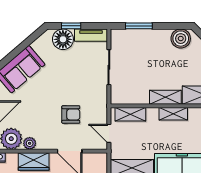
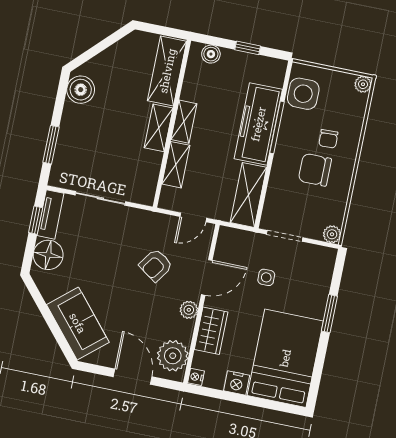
window: (71, 26) -> (36, 220), moved
armchair: (71, 114) -> (156, 265), turned -145
shelving: (130, 114) -> (176, 165), moved
plant: (30, 143) -> (189, 310), moved

